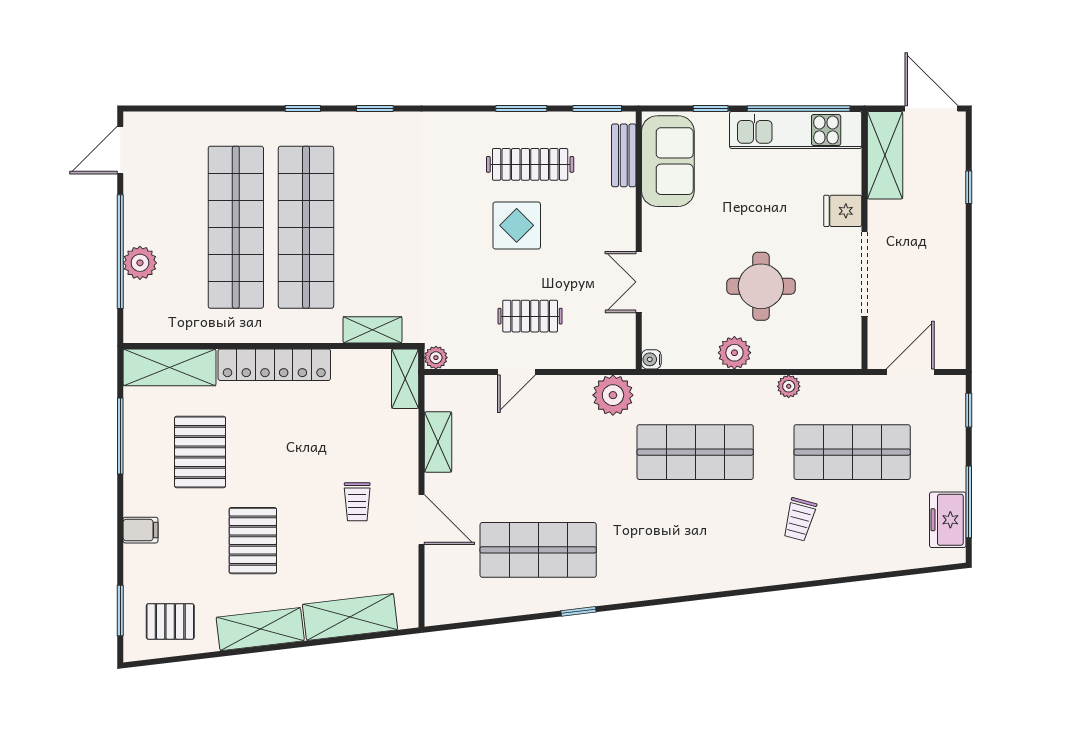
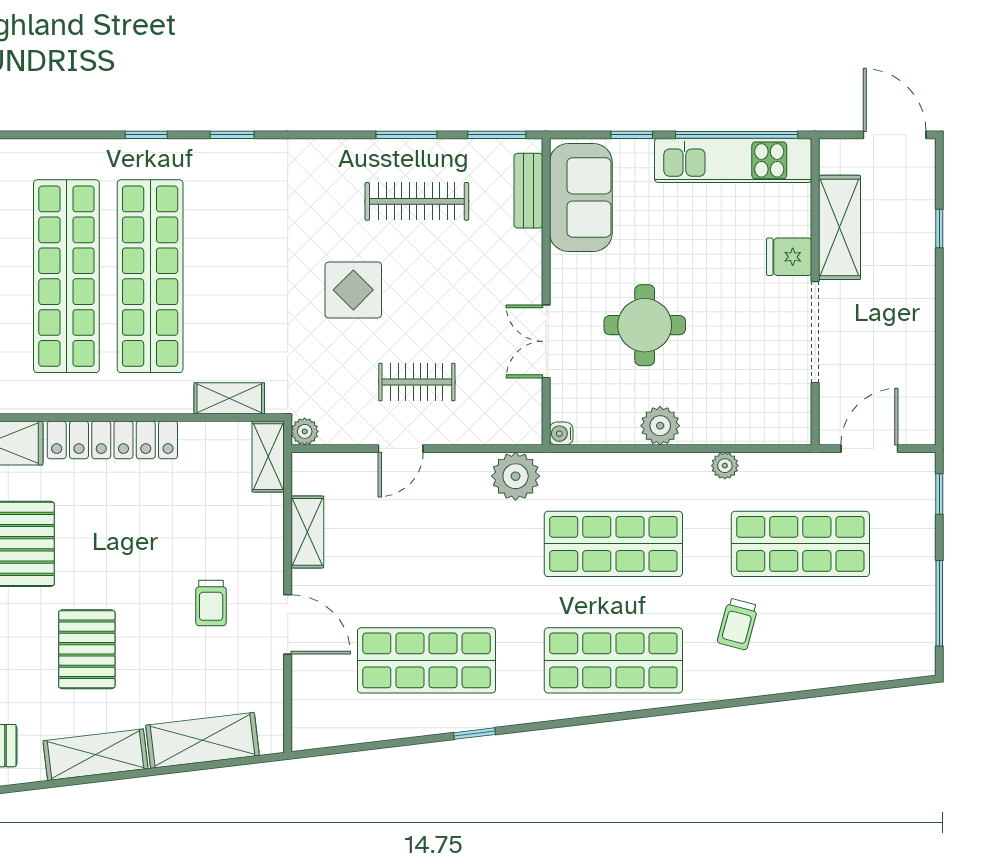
shelving: (885, 155) -> (839, 227), moved
display table: (517, 225) -> (353, 290), moved
round table: (761, 286) -> (645, 325), moved
freezer: (948, 520) -> (914, 625), removed
shop shelf: (695, 550) -> (613, 660), added

